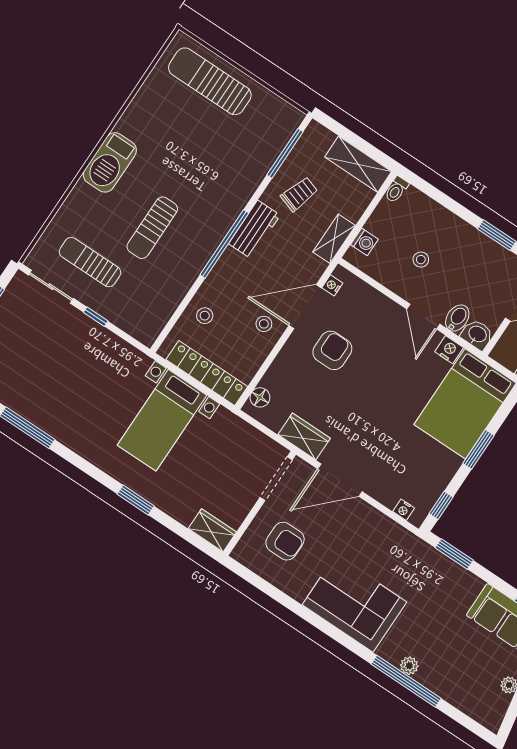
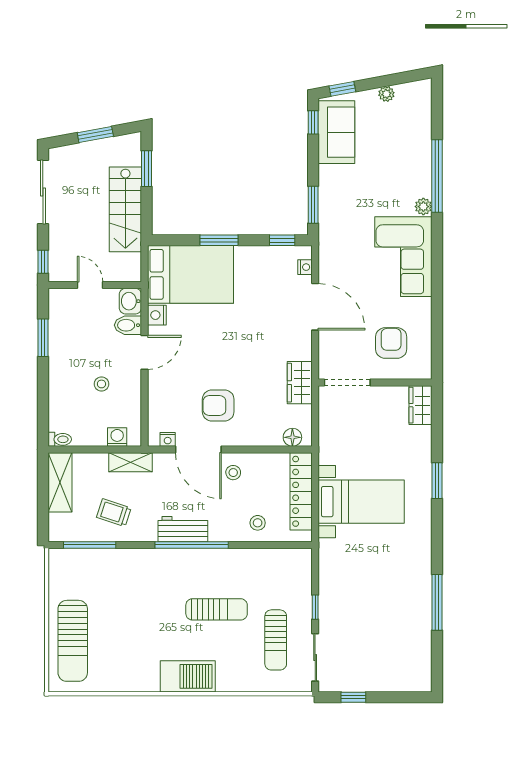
workbench: (254, 229) -> (183, 529), moved
door: (340, 480) -> (315, 307), moved
plant: (409, 666) -> (423, 207), moved

